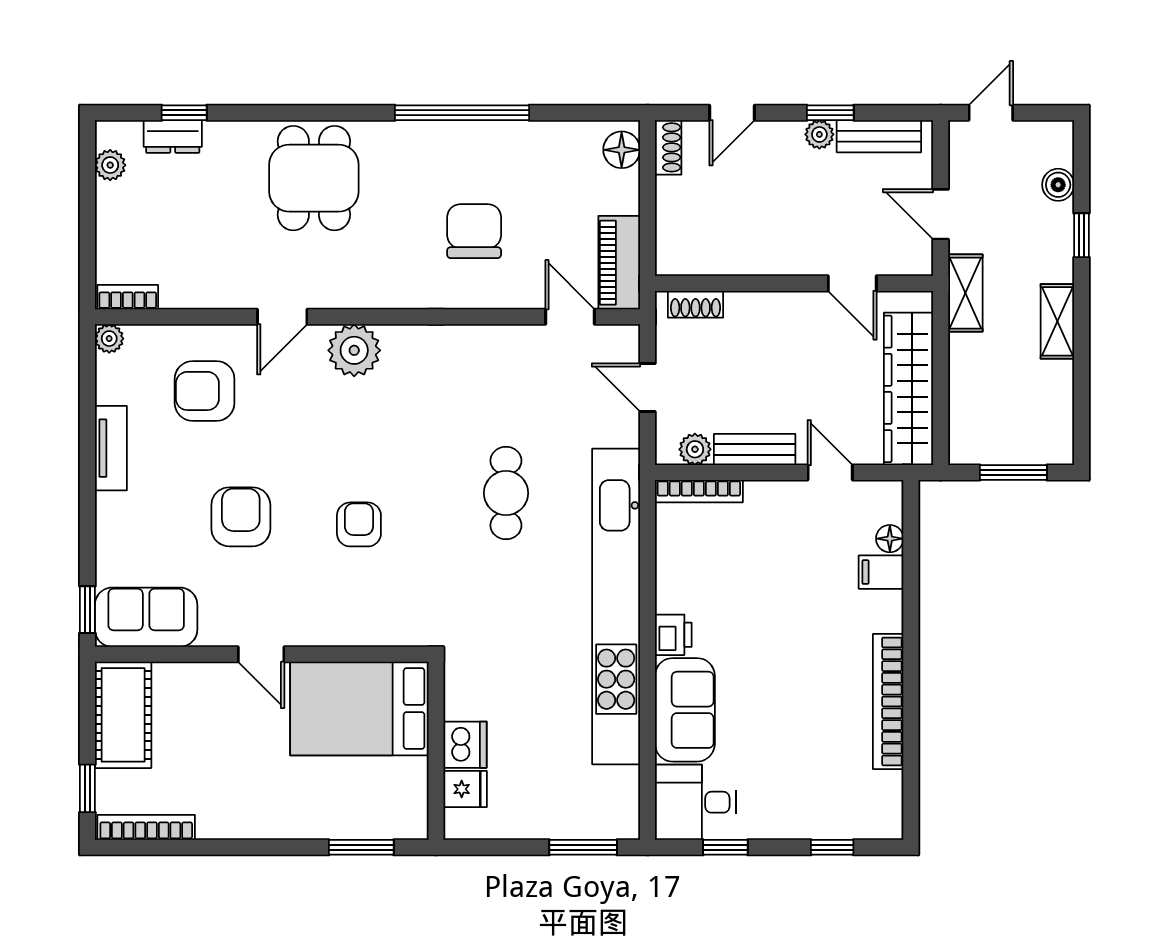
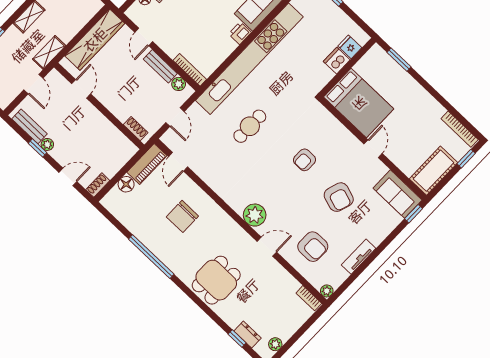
floor lamp: (622, 150) -> (126, 184), moved
armchair: (241, 517) -> (339, 197), turned -72

